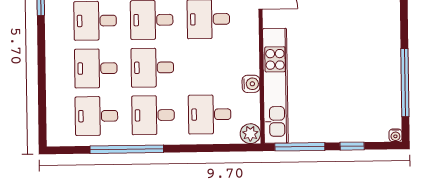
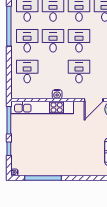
water cooler: (251, 84) -> (57, 94), moved
plant: (250, 134) -> (16, 93), removed

